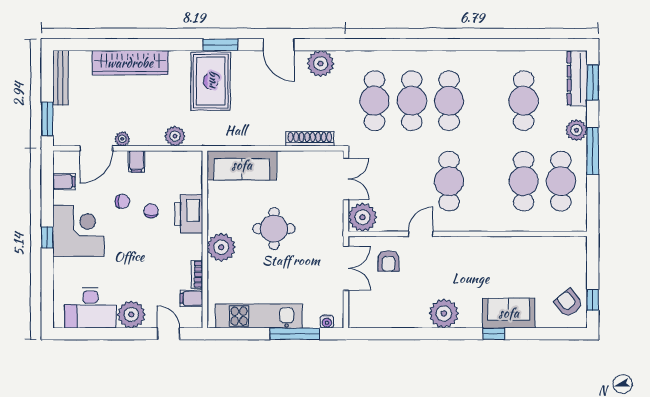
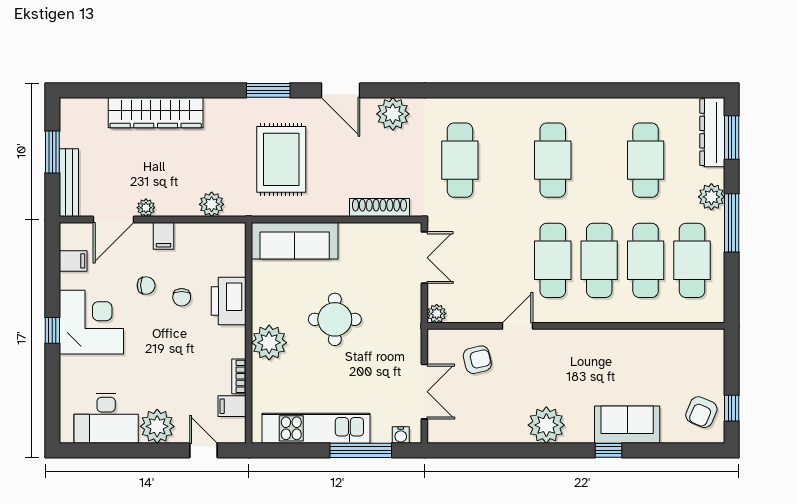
bench: (60, 78) -> (69, 183), moved
rug: (211, 81) -> (281, 159), moved
cafe table: (412, 101) -> (599, 260), moved
window: (47, 119) -> (52, 152), moved
chair: (151, 211) -> (182, 297), turned 180
plant: (363, 217) -> (437, 314), width x0.53, depth x0.53
armchair: (388, 261) -> (477, 360), turned -103
double door: (346, 268) -> (424, 392), moved
armchair: (568, 303) -> (701, 412), turned -118

